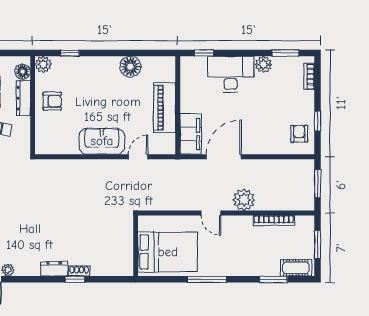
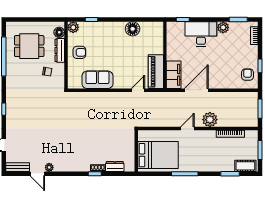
piano: (165, 108) -> (156, 72), moved
sofa: (102, 141) -> (97, 80), moved
door: (211, 213) -> (187, 129), swing flipped
dresser: (54, 269) -> (115, 167), moved

